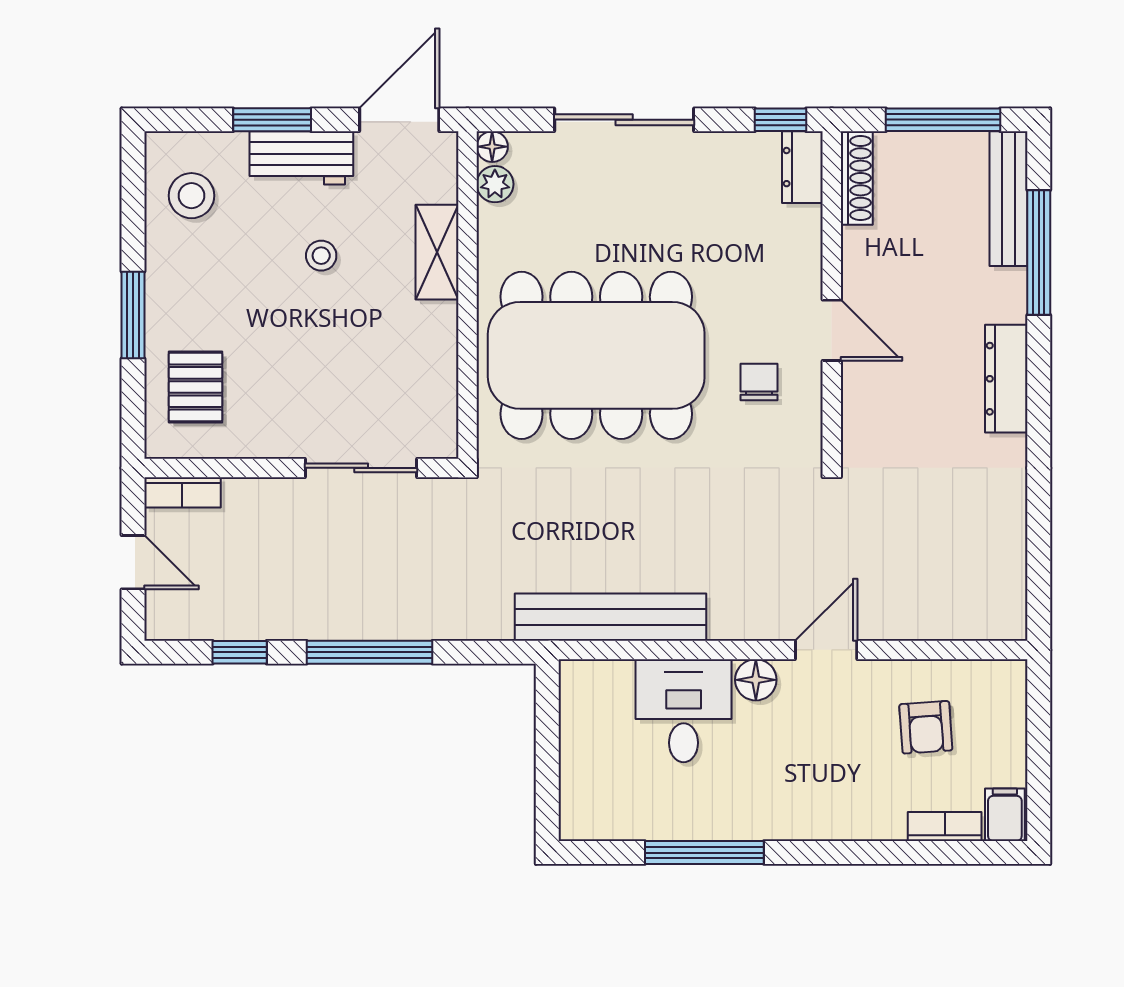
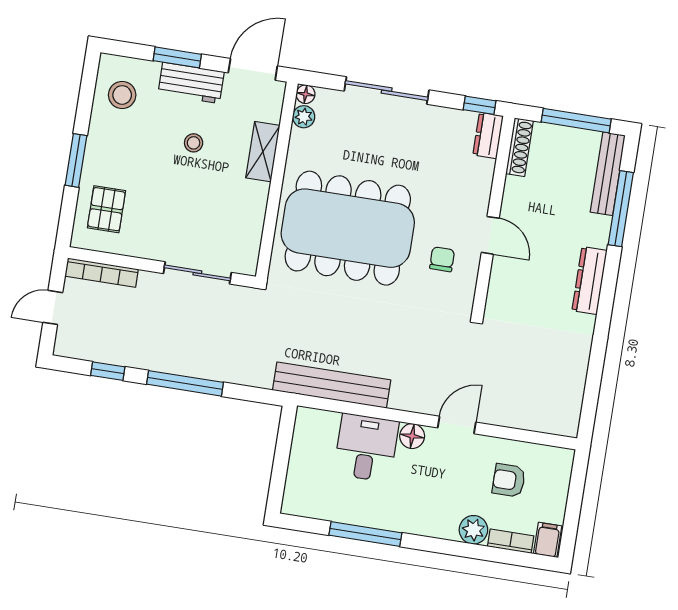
bookcase: (182, 492) -> (102, 273), width x1.56
door: (133, 562) -> (53, 307), swing flipped
armchair: (926, 727) -> (509, 480), turned 94
plant: (881, 818) -> (473, 530), added

